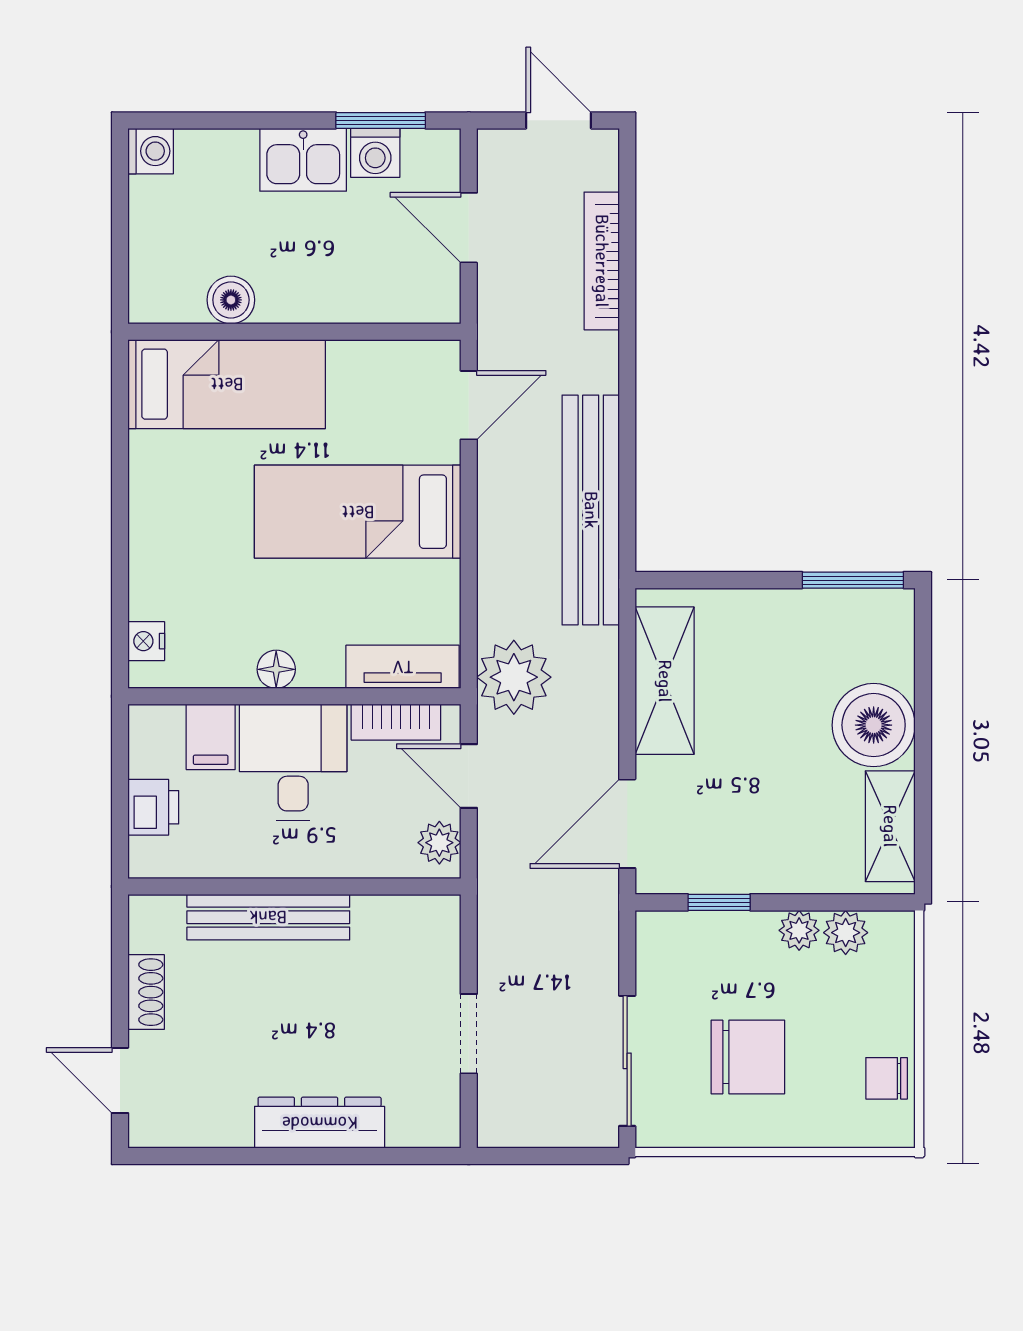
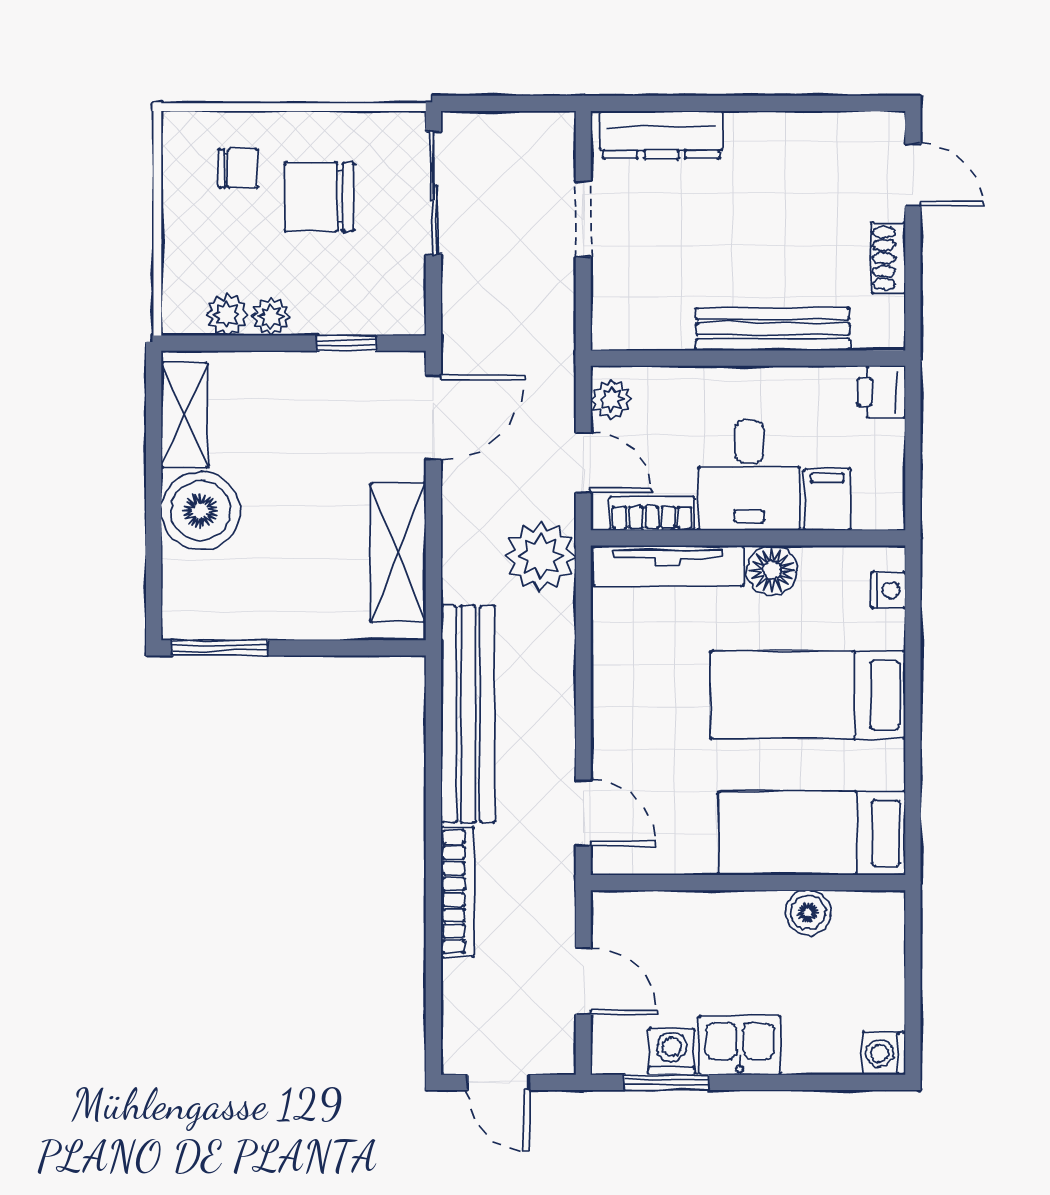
bookcase: (602, 261) -> (458, 892), moved
door: (469, 405) -> (583, 813), swing flipped
bed: (358, 512) -> (808, 695), moved, turned 180
tv unit: (403, 667) -> (668, 566), width x1.41
floor lamp: (276, 669) -> (772, 570), width x1.37, depth x1.37
printer: (153, 807) -> (881, 392), moved
chair: (887, 1078) -> (238, 168), moved
dresser: (320, 1123) -> (661, 135), moved

